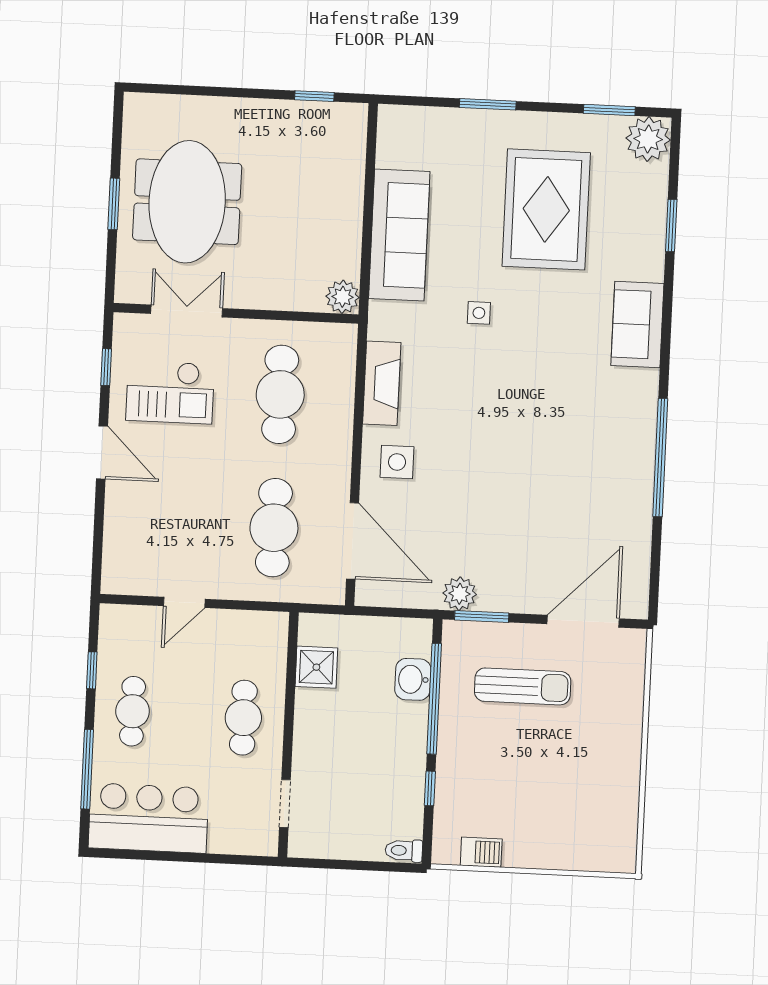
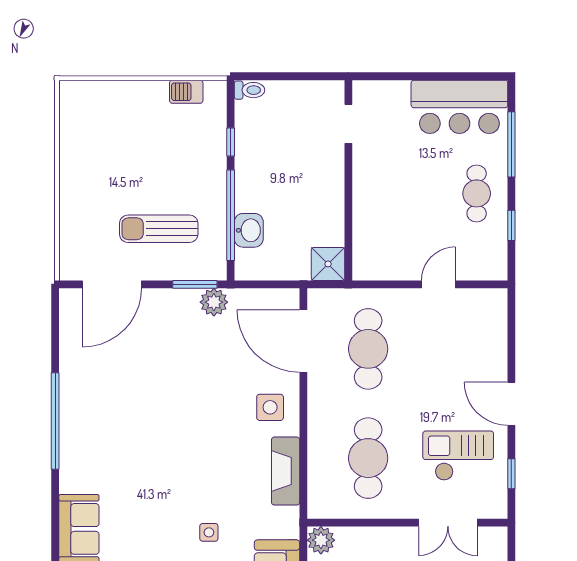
shower: (316, 667) -> (328, 264), moved
cafe table: (243, 718) -> (386, 193), removed

